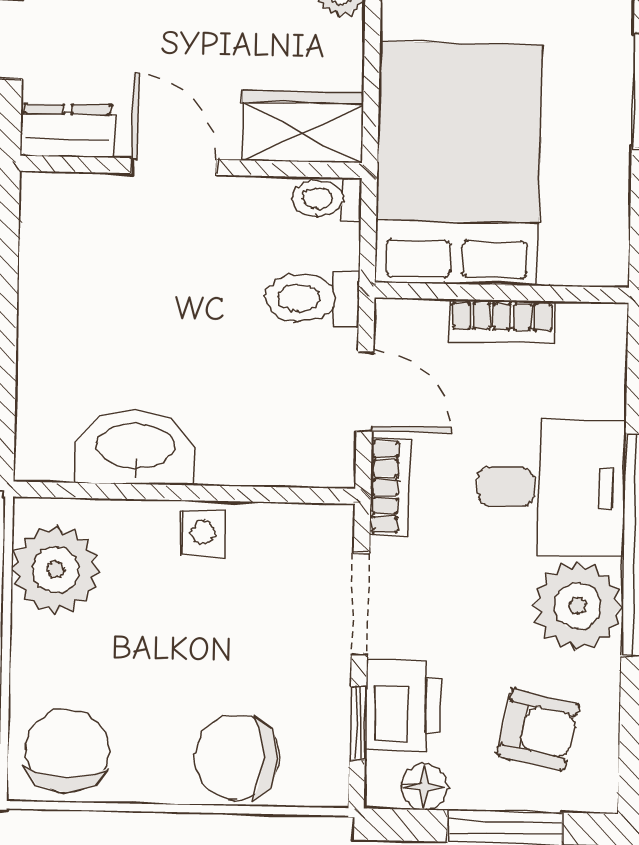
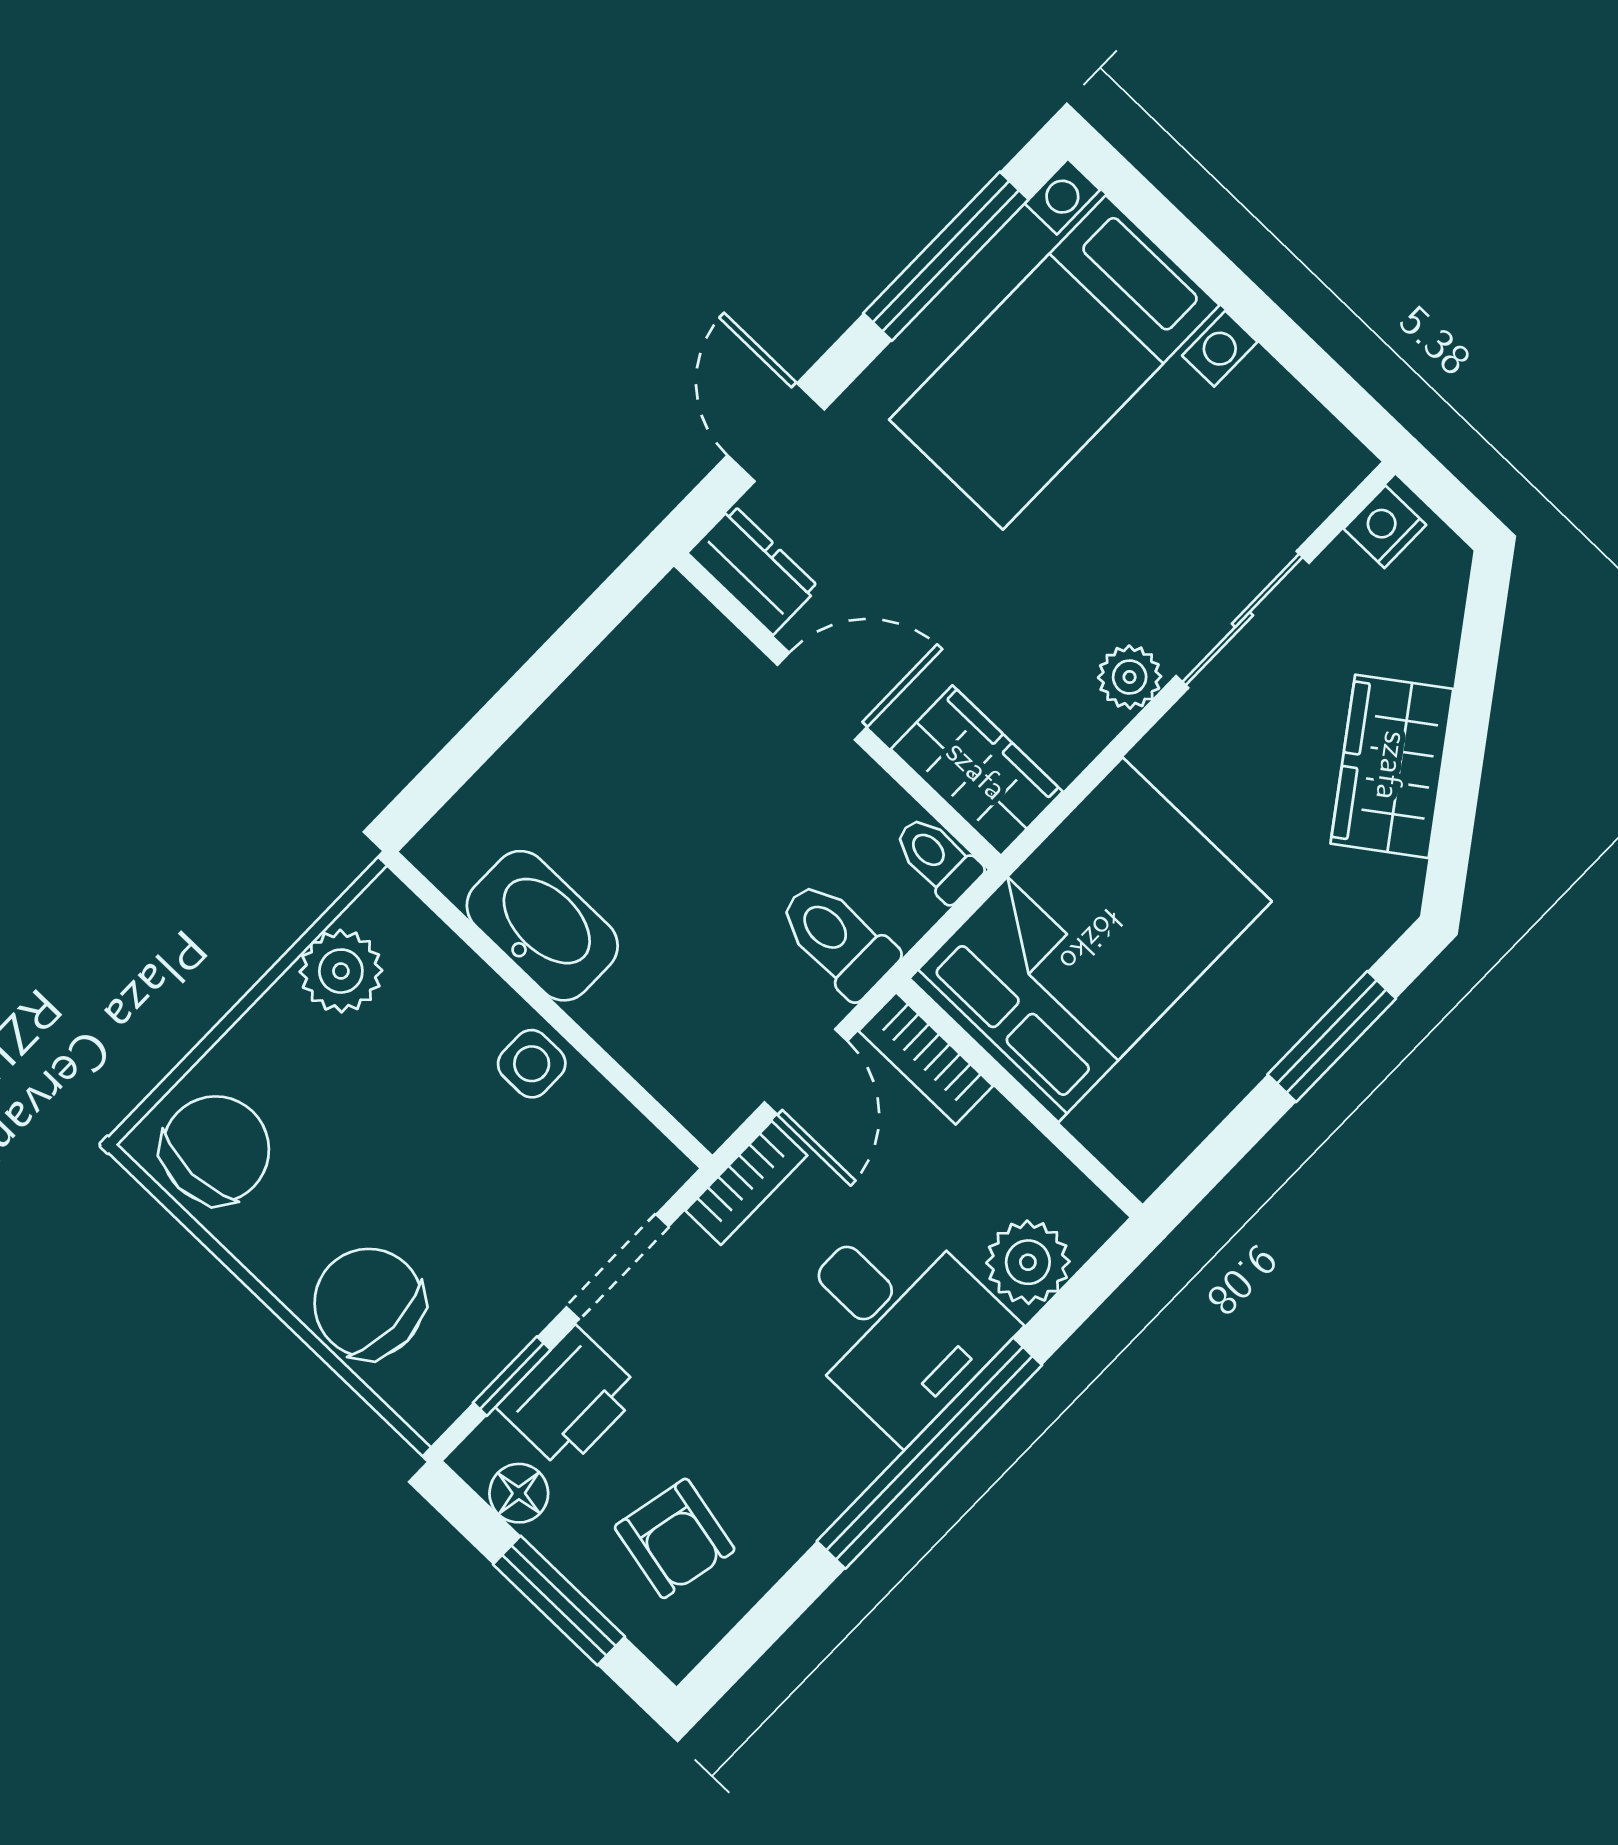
door: (174, 167) -> (822, 696), hinge flipped
bookcase: (502, 321) -> (926, 1058), moved
plant: (56, 570) -> (341, 971), width x0.73, depth x0.73
plant: (578, 606) -> (1028, 1262), moved, width x0.73, depth x0.73

